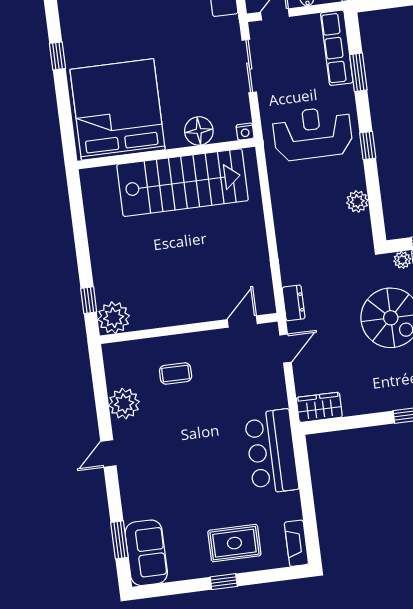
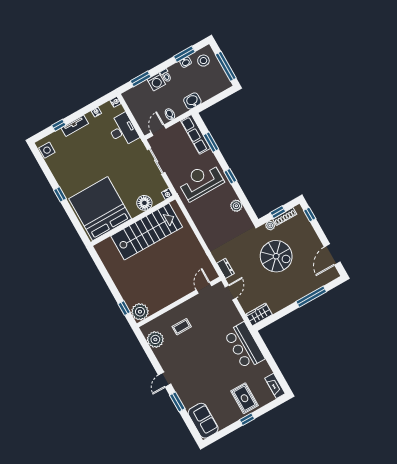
plant: (124, 404) -> (155, 339), moved
window: (119, 540) -> (177, 402), moved
rug: (234, 543) -> (244, 398), turned 90

